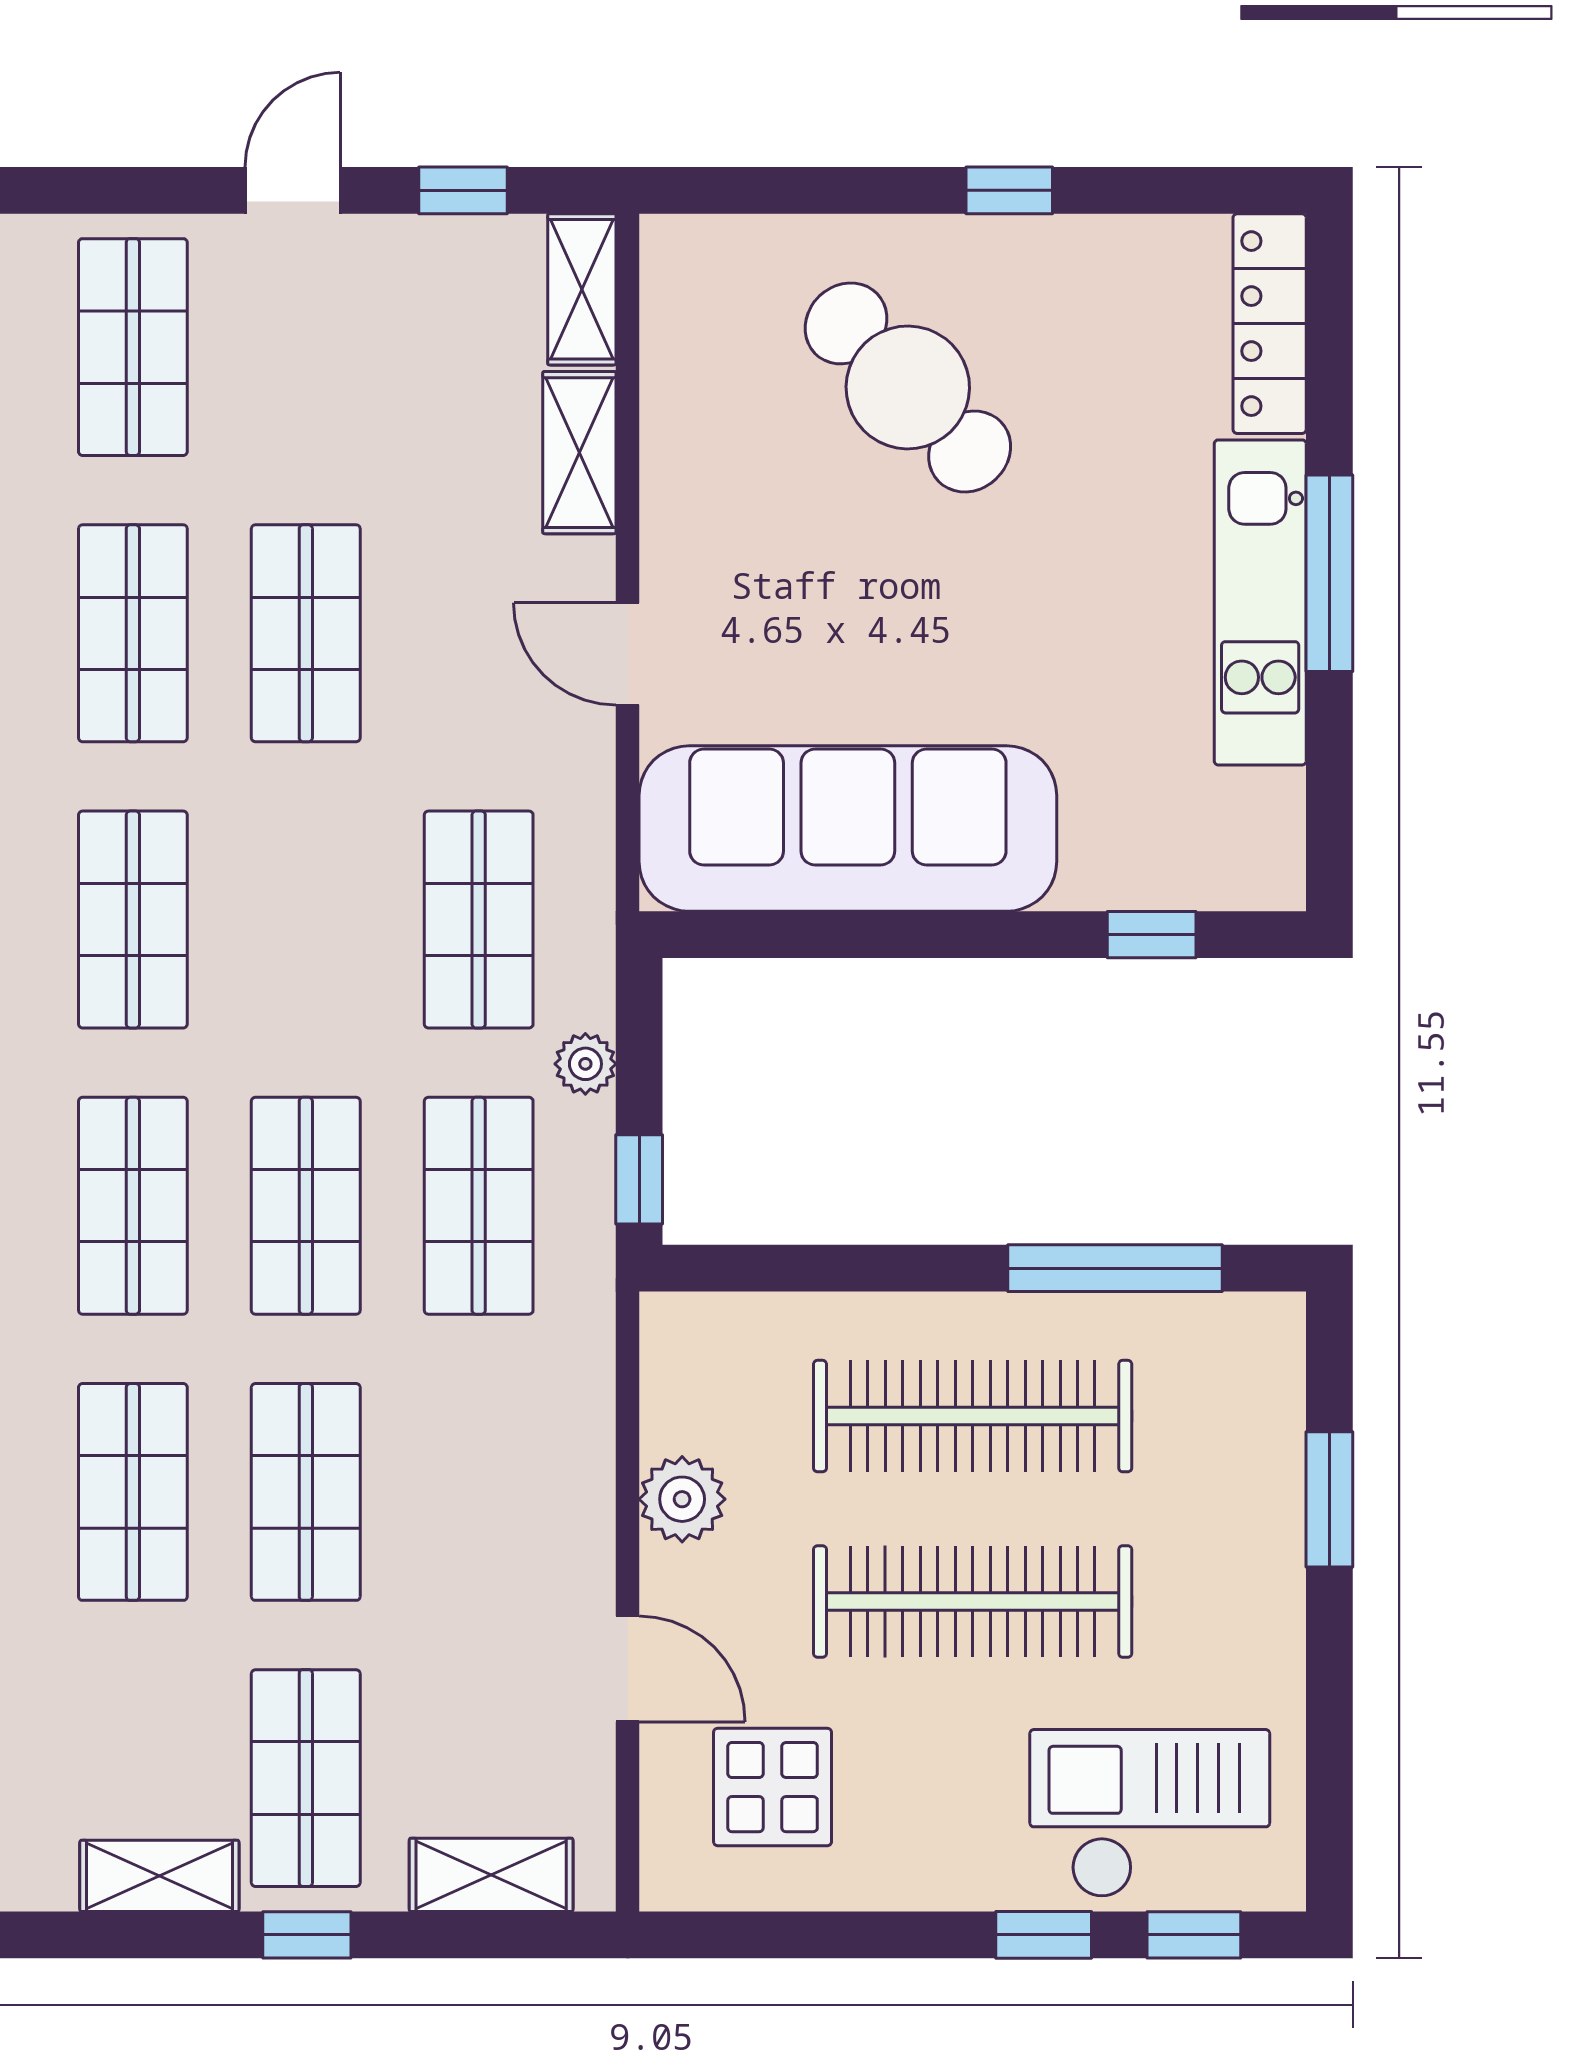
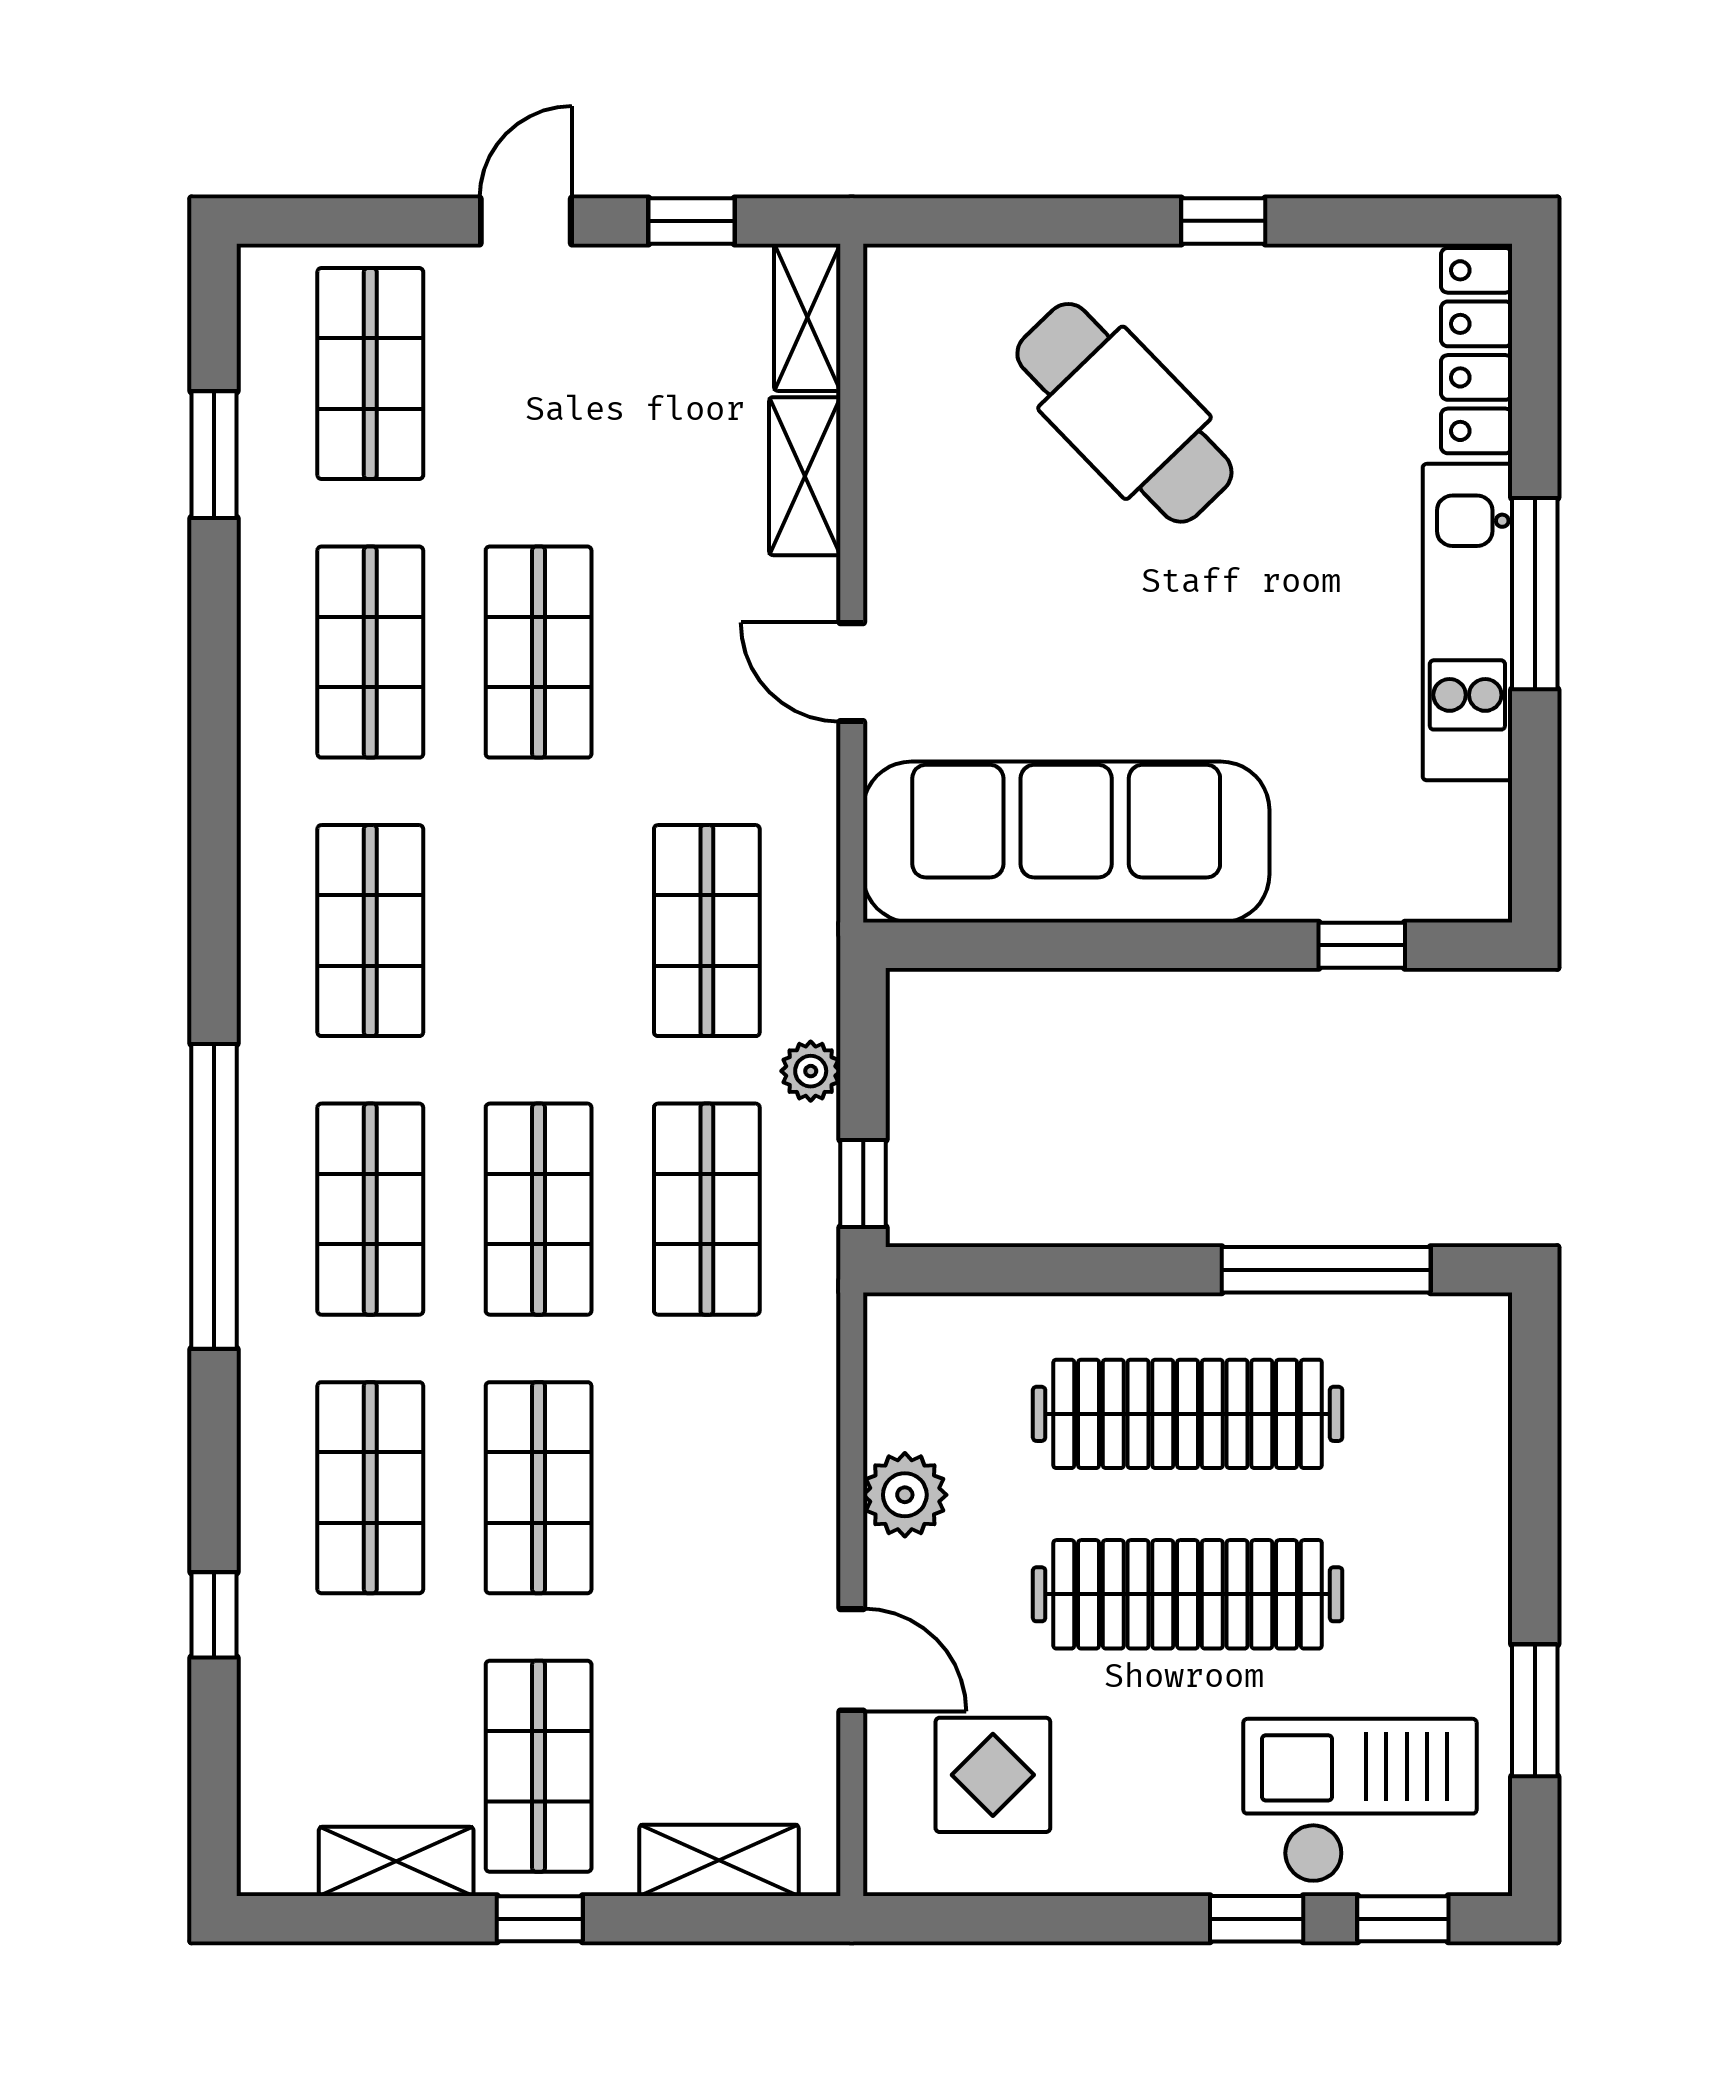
window: (1329, 1499) -> (1535, 1710), moved

